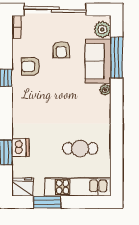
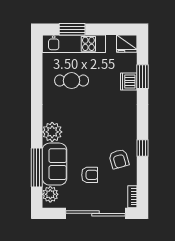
armchair: (61, 50) -> (90, 175), turned 90
armchair: (31, 66) -> (119, 159), turned 74
plant: (105, 90) -> (52, 132), width x1.88, depth x1.88
window: (47, 202) -> (72, 29), moved

